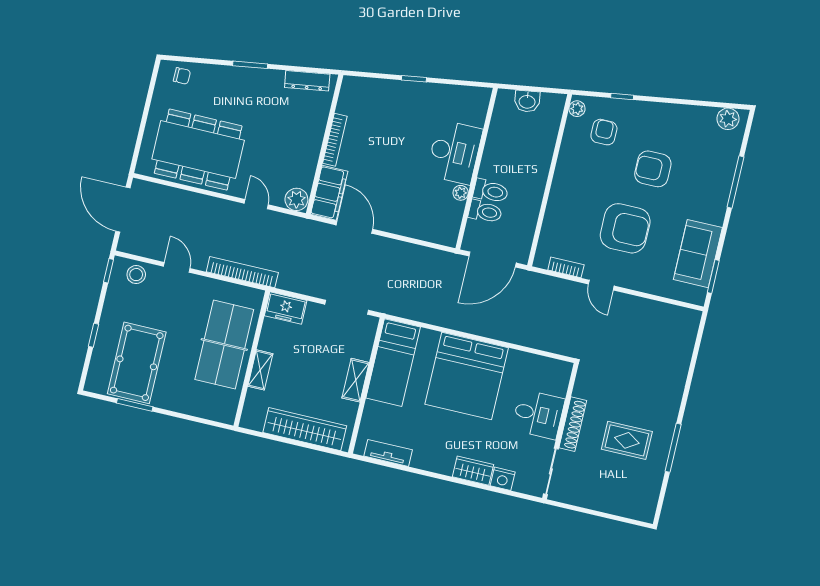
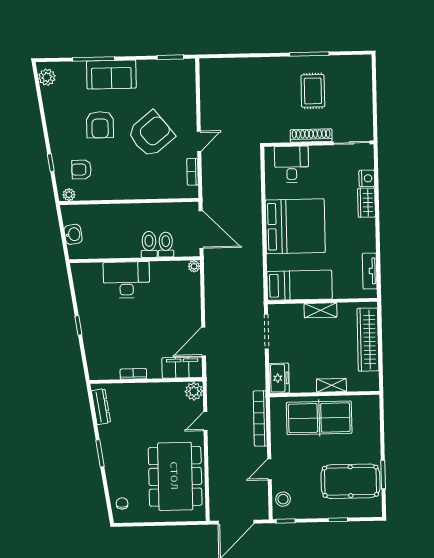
bookcase: (335, 140) -> (133, 374), width x0.64
plant: (461, 193) -> (194, 266), moved
armchair: (625, 228) -> (151, 134), turned 51
sofa: (698, 254) -> (111, 75), moved
desk: (538, 414) -> (292, 164), moved

